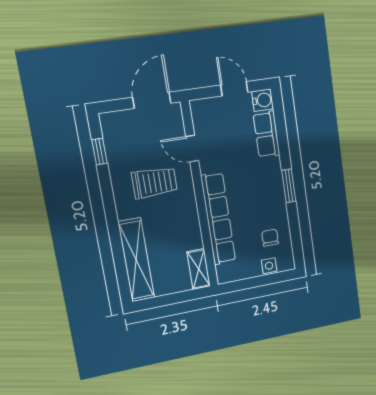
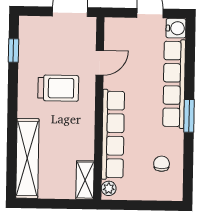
row of seats: (267, 134) -> (174, 84), width x2.02
door: (192, 149) -> (100, 63), swing flipped
side table: (269, 266) -> (156, 192), removed
plant: (223, 272) -> (109, 188), added

